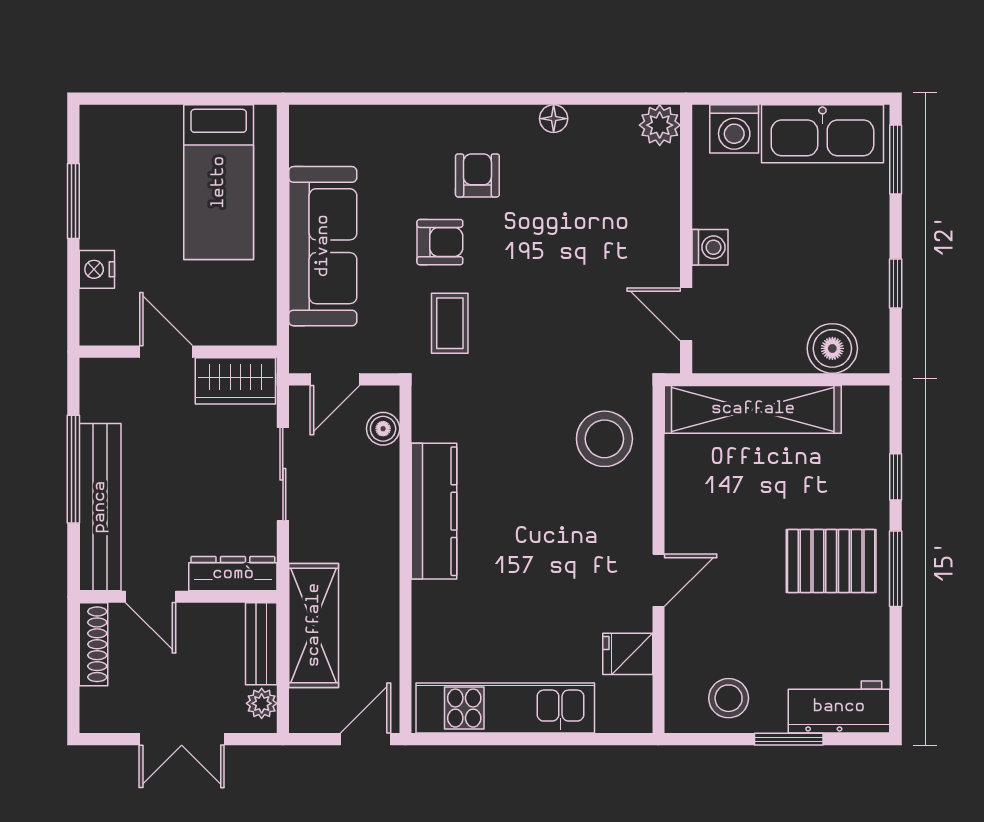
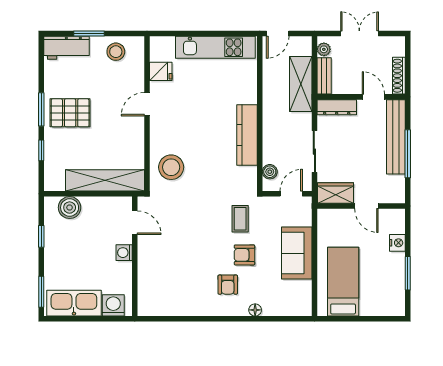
floor lamp: (554, 119) -> (255, 310), moved
plant: (660, 125) -> (146, 307), removed
sofa: (323, 246) -> (297, 253), width x0.73

